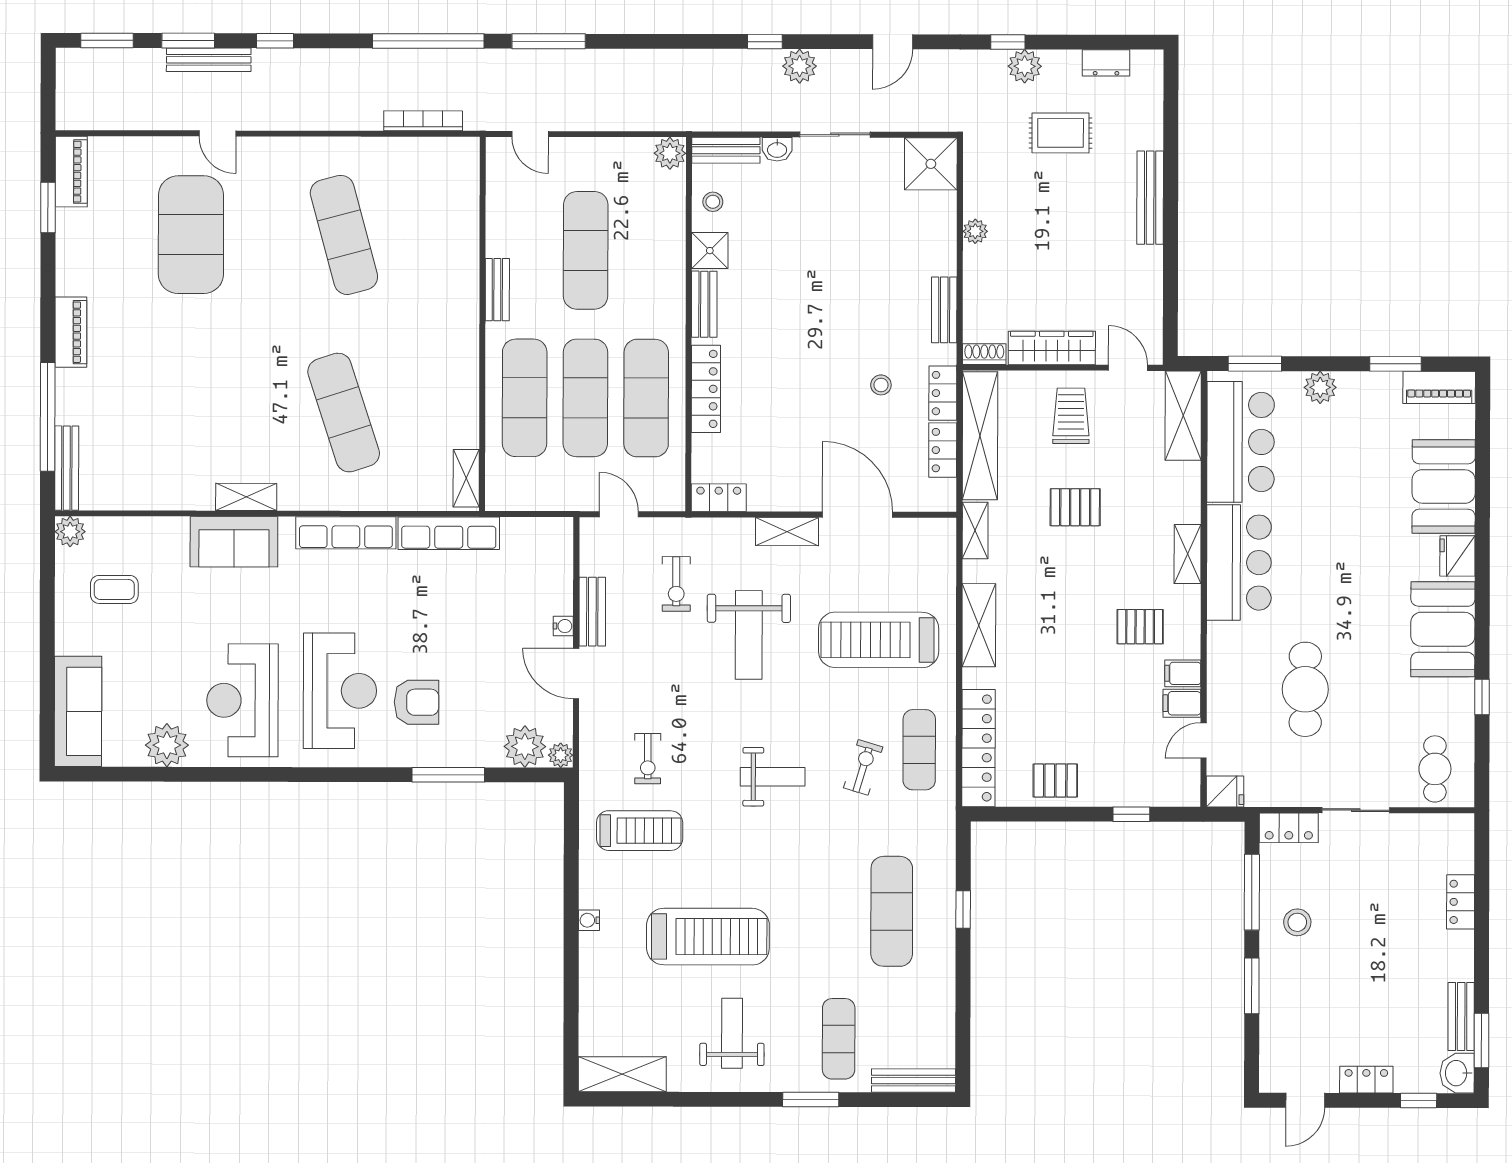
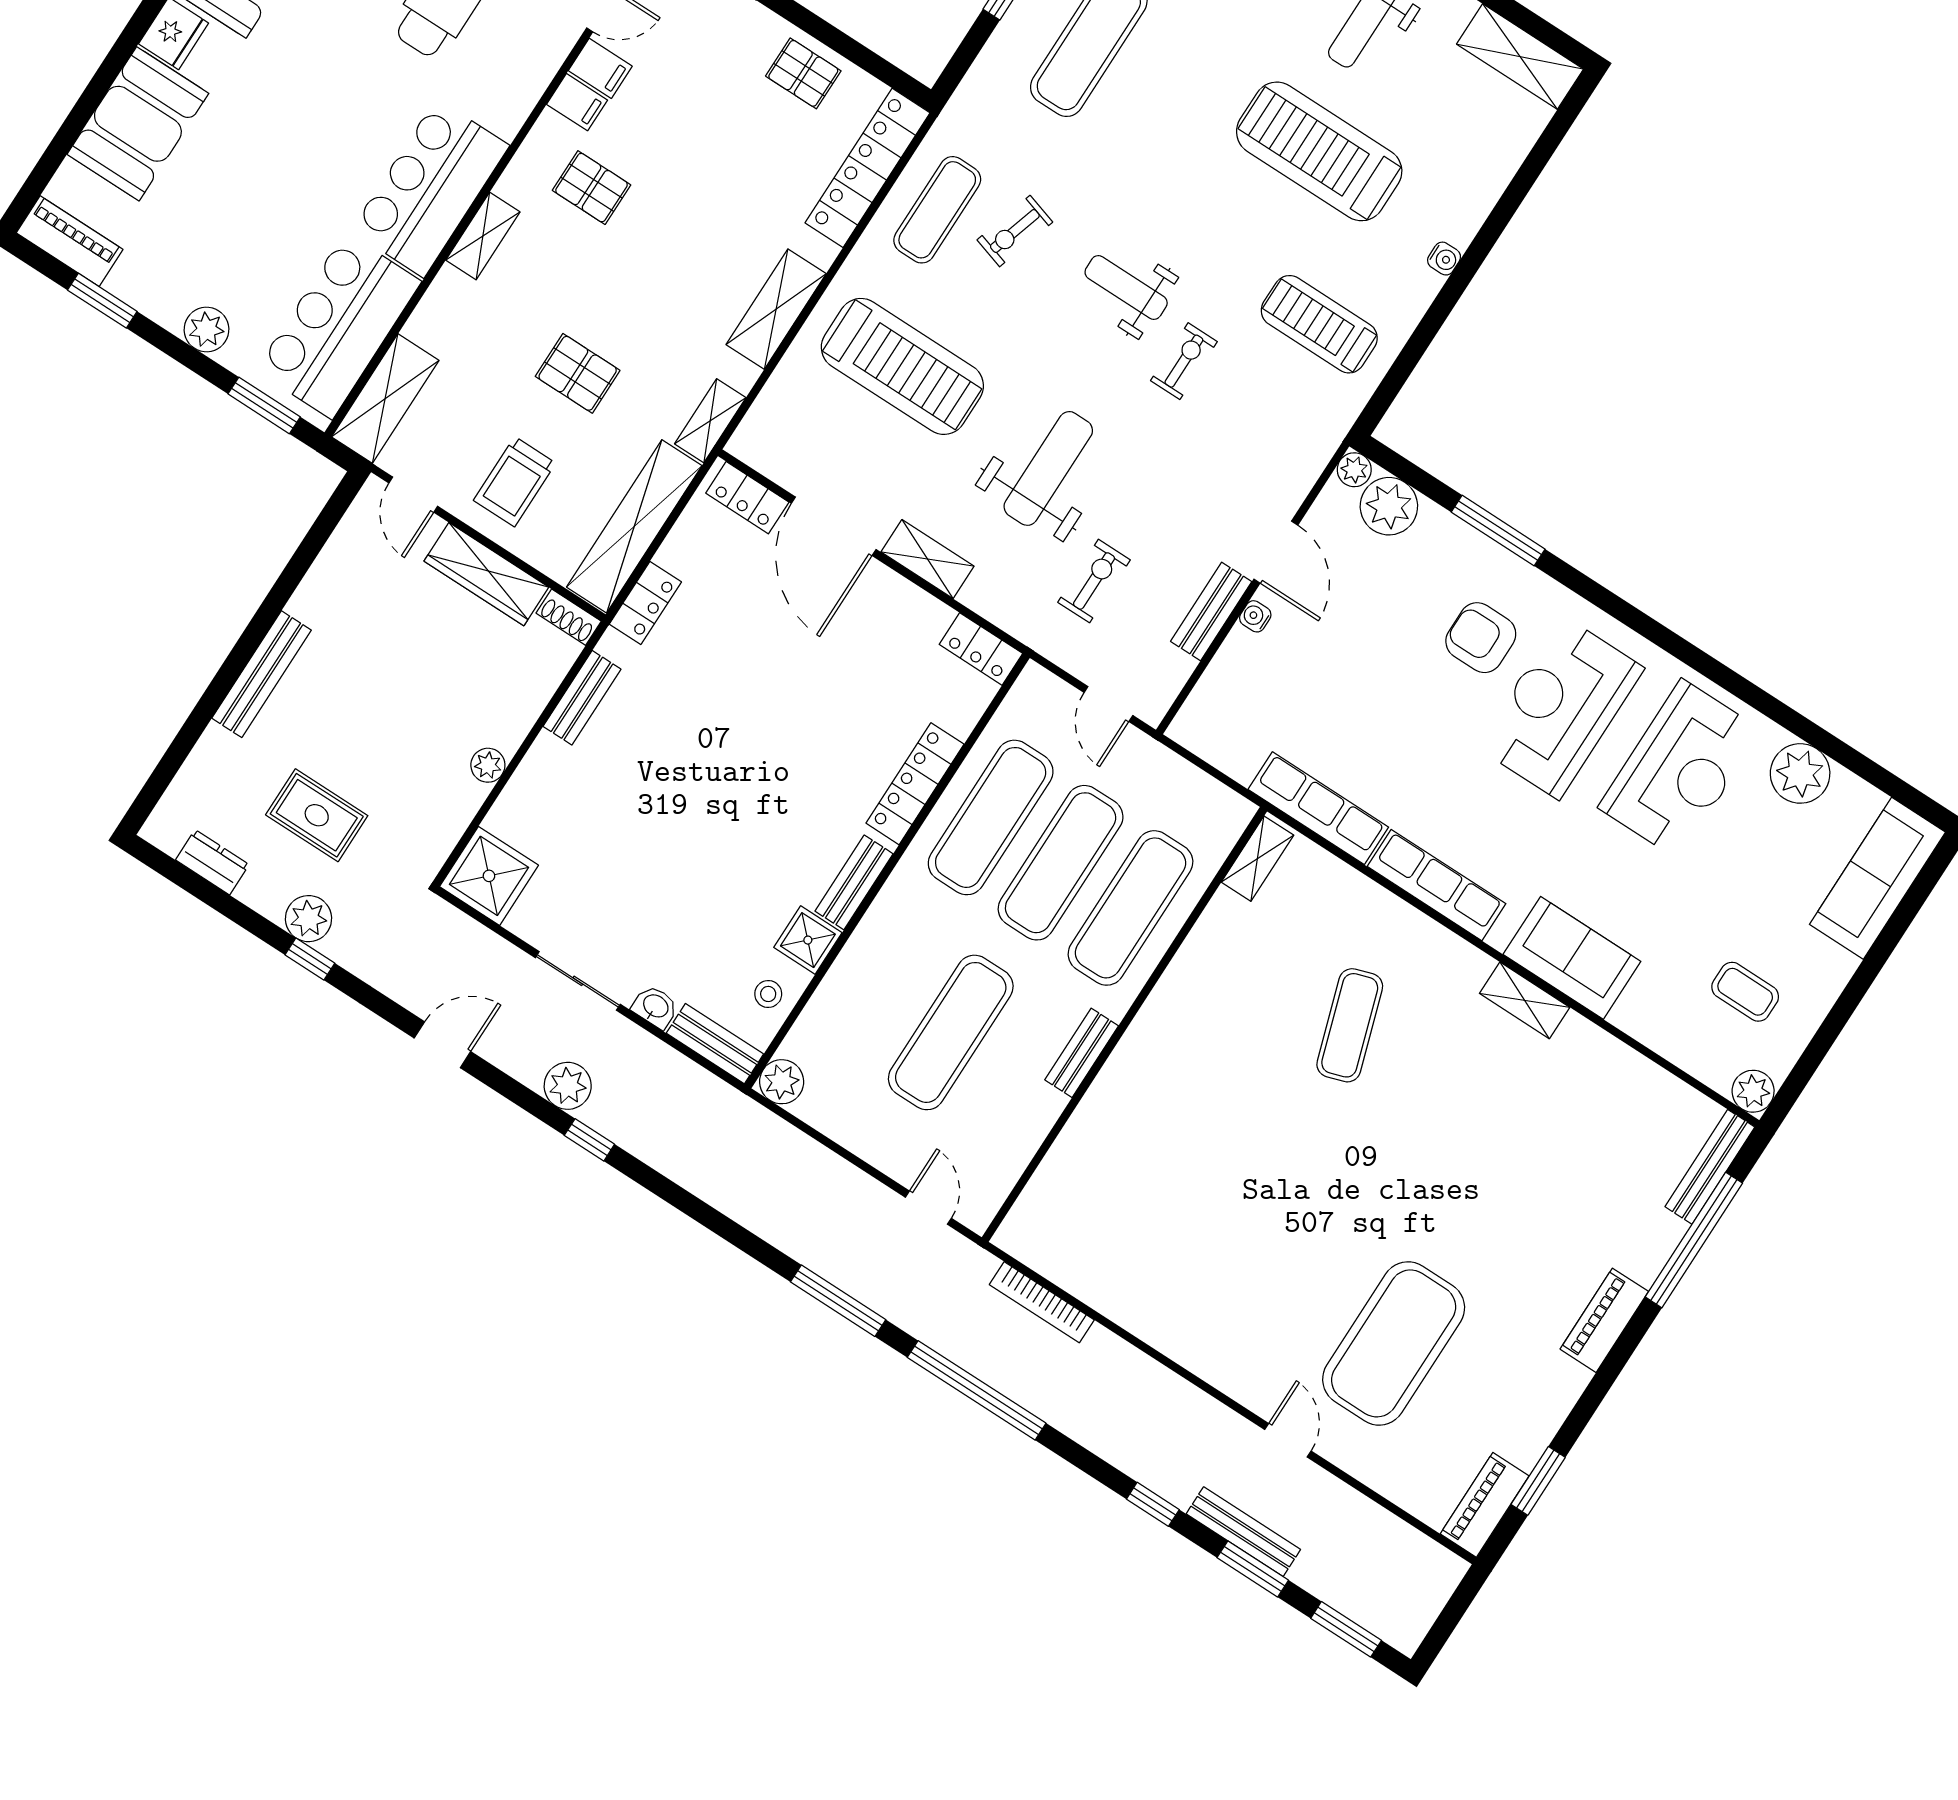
exercise mat: (344, 235) -> (1218, 1230), removed
stool: (881, 385) -> (711, 658), removed
exercise mat: (344, 413) -> (1350, 1025), width x0.73, depth x0.69
locker: (943, 450) -> (747, 498), moved, turned 90
exercise bike: (648, 759) -> (1184, 361), moved

